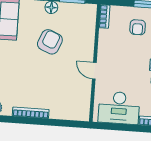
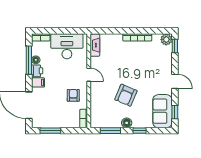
armchair: (138, 27) -> (73, 95), moved
fireplace: (84, 107) -> (95, 45), added

